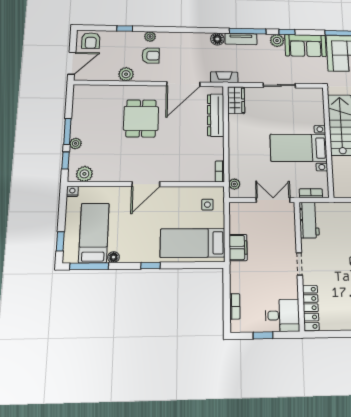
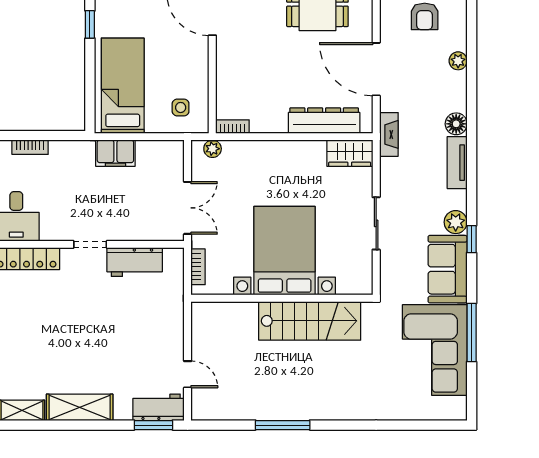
window: (248, 31) -> (472, 174), removed
plant: (150, 37) -> (458, 61), moved
bed with nightstands: (299, 148) -> (285, 251), width x1.36
workbench: (309, 220) -> (135, 262), moved

